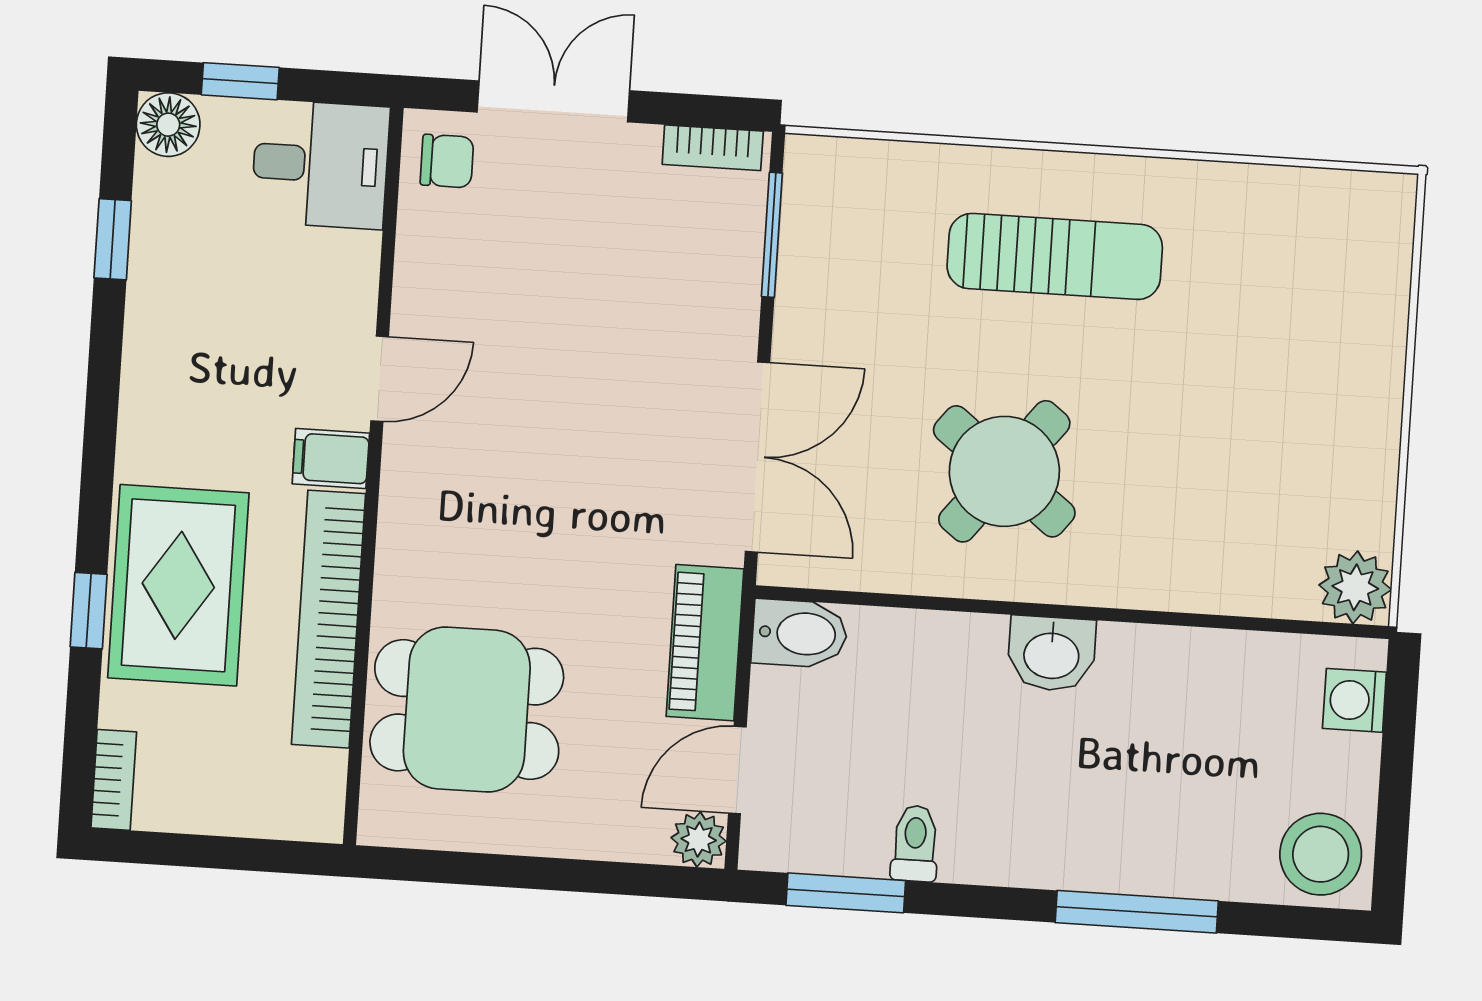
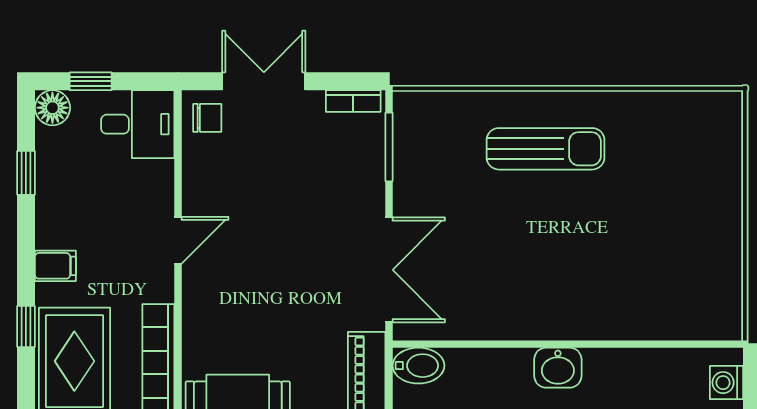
filing cabinet: (331, 458) -> (55, 266), moved, turned 180
round table: (1004, 471) -> (525, 269), removed
plant: (1355, 587) -> (723, 320), removed
window: (89, 611) -> (26, 327), moved

